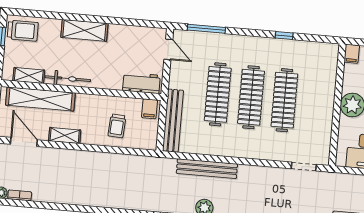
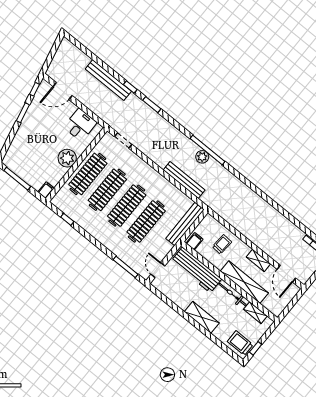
window: (284, 36) -> (67, 219), moved
workbench: (141, 83) -> (196, 270), width x1.88, depth x1.32
shelving: (40, 99) -> (244, 282), moved
clothes rail: (318, 103) -> (88, 174), added

